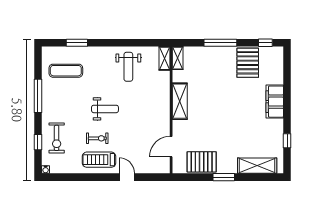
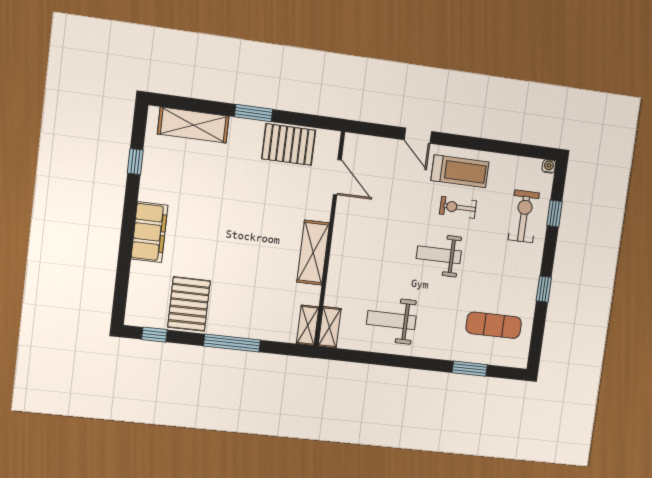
weight bench: (128, 67) -> (391, 320), turned -90
window: (38, 96) -> (544, 289), width x0.46
door: (171, 147) -> (337, 177), hinge flipped

